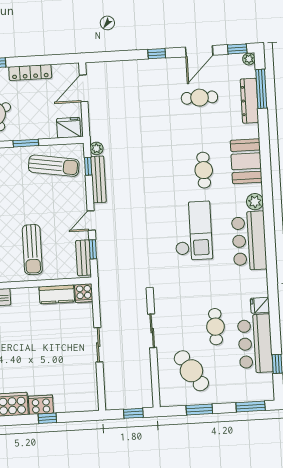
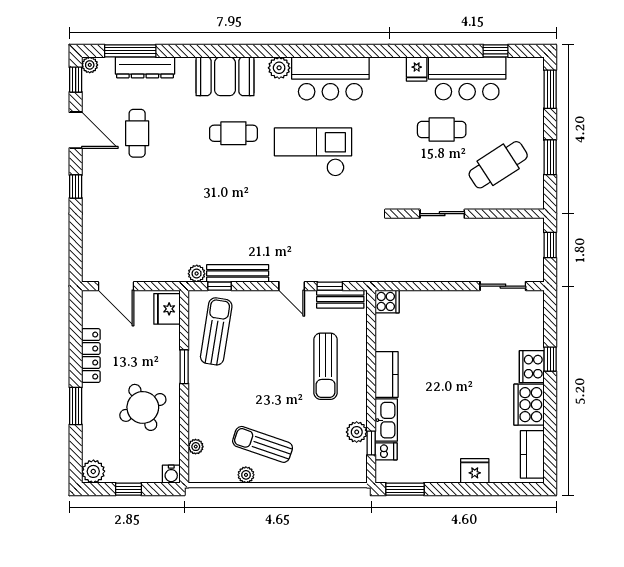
sun lounger: (32, 250) -> (326, 366), turned 90
kitchen counter: (57, 294) -> (387, 374), moved
sliding door: (98, 345) -> (503, 286), moved

